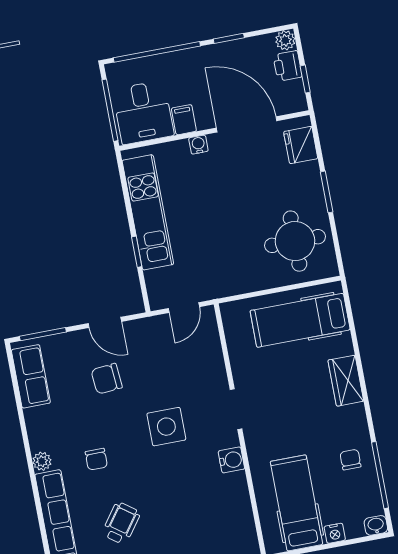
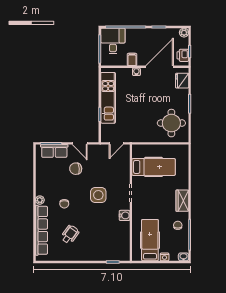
printer: (288, 66) -> (183, 55), moved
desk: (143, 112) -> (113, 41), moved, turned 180
door: (247, 124) -> (160, 67), hinge flipped
hospital bed: (300, 320) -> (154, 167), moved, turned 180
row of seats: (31, 376) -> (54, 151), moved, turned 90
wardrobe: (346, 381) -> (182, 201), moved

